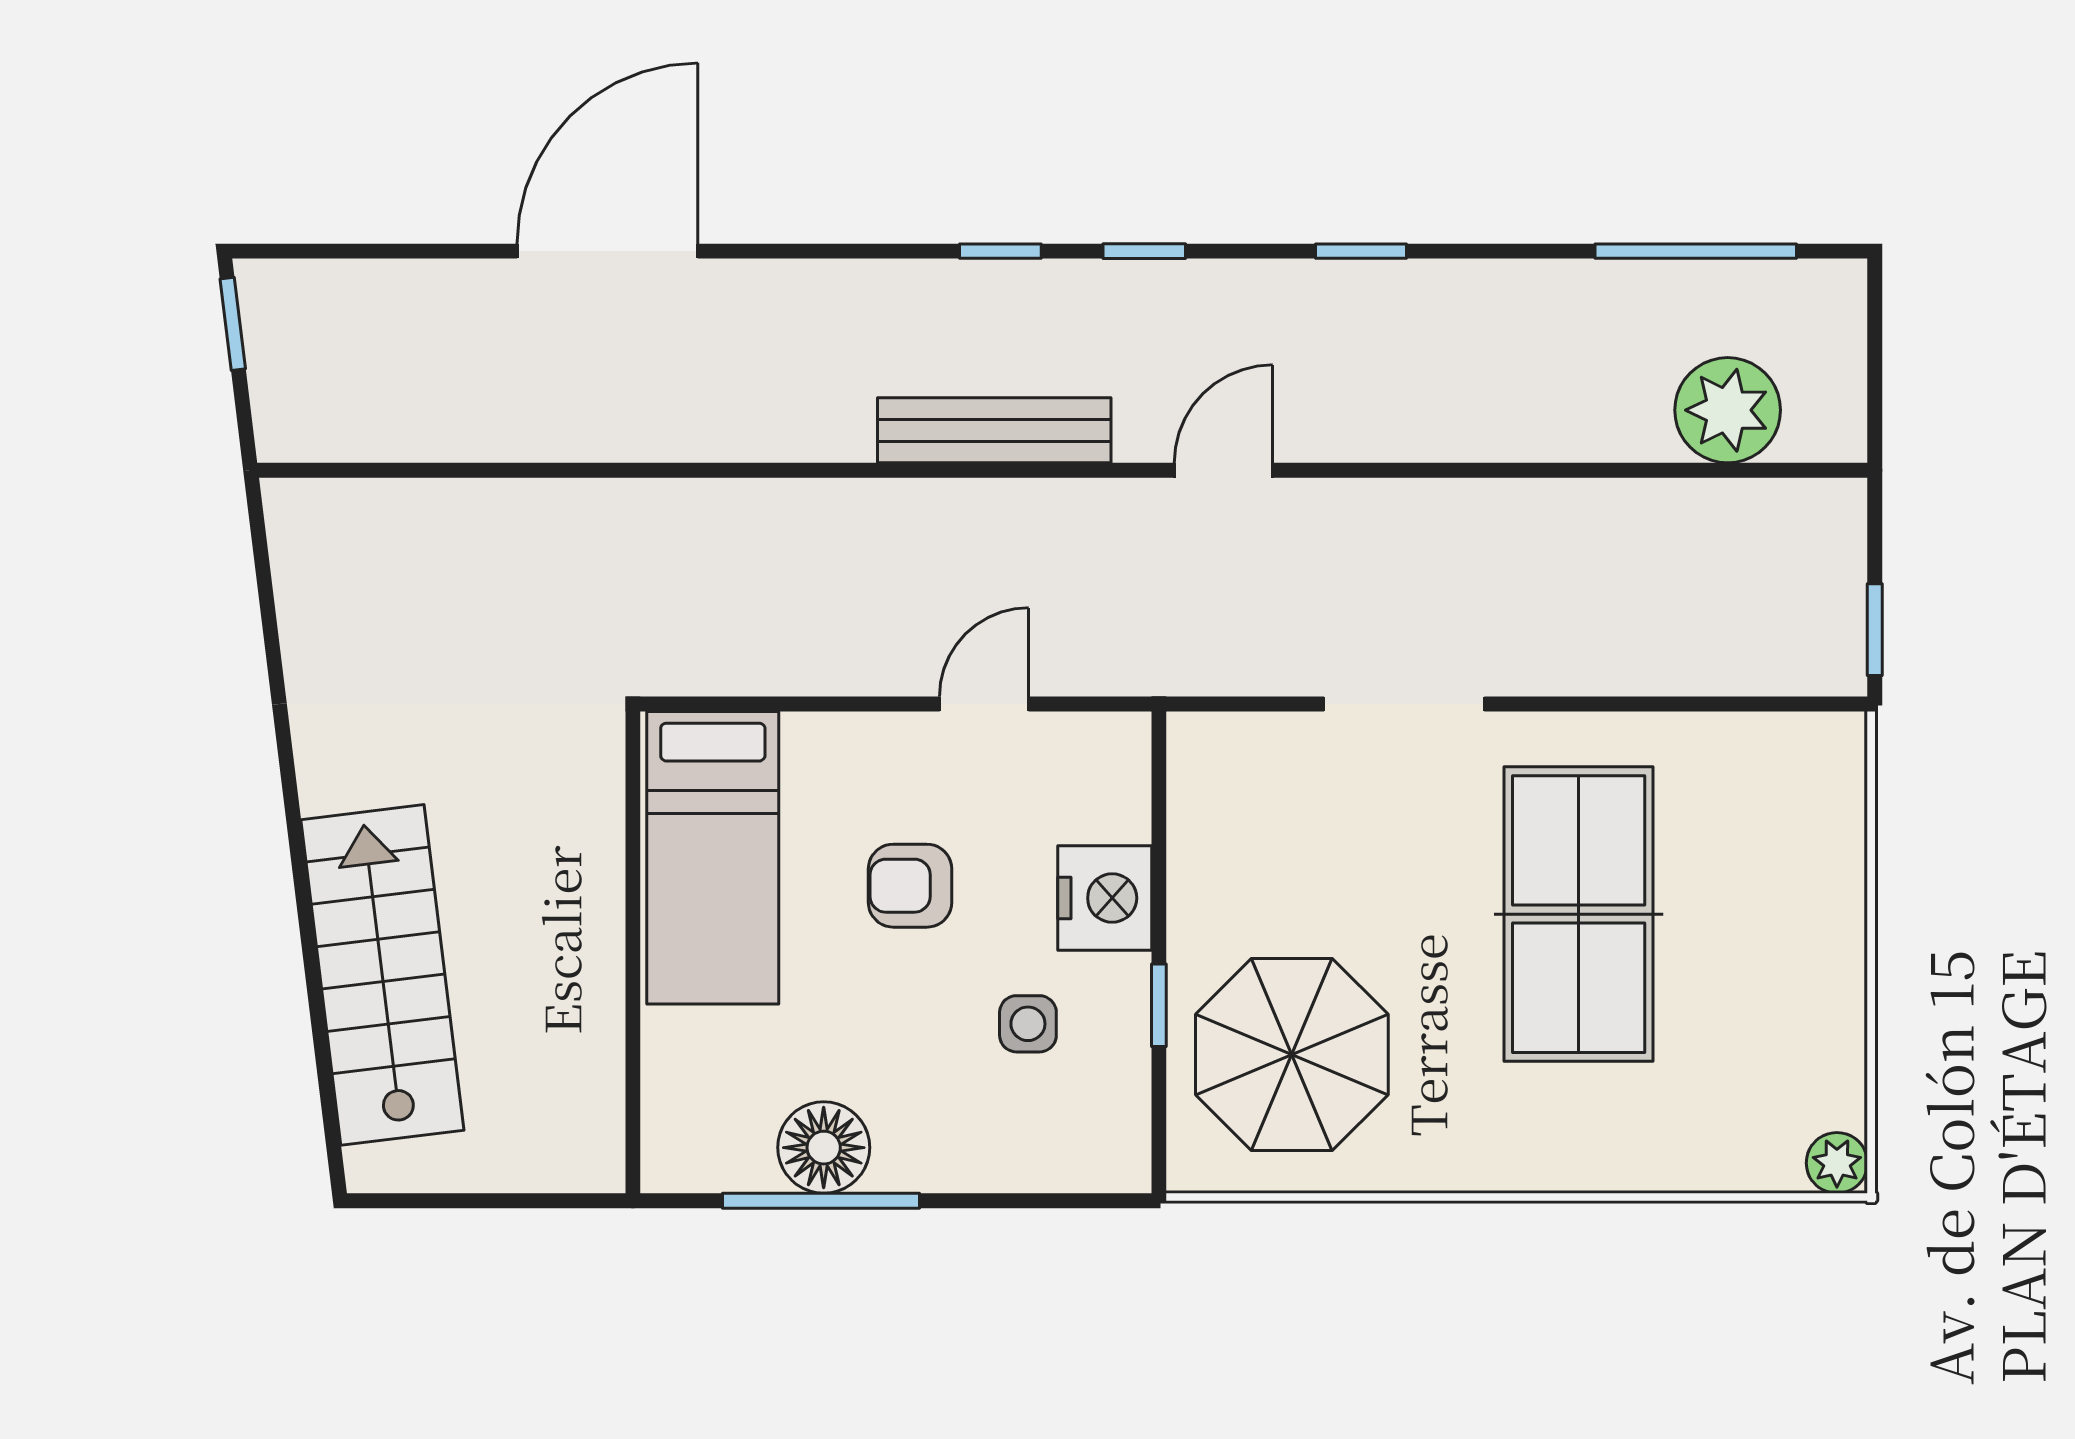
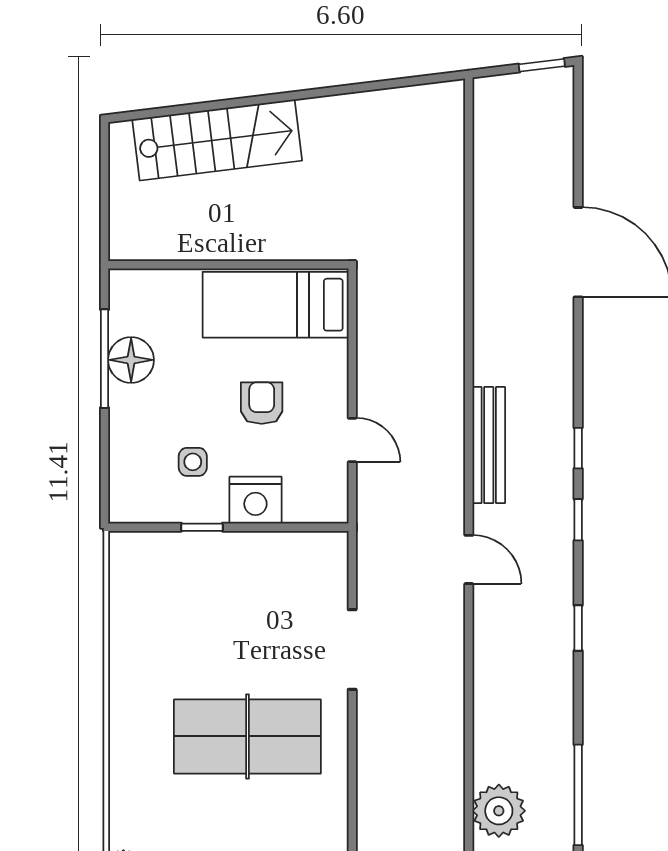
parasol: (1292, 1054) -> (177, 593), removed

